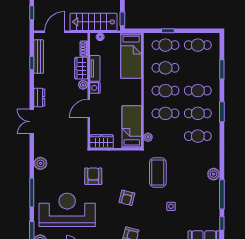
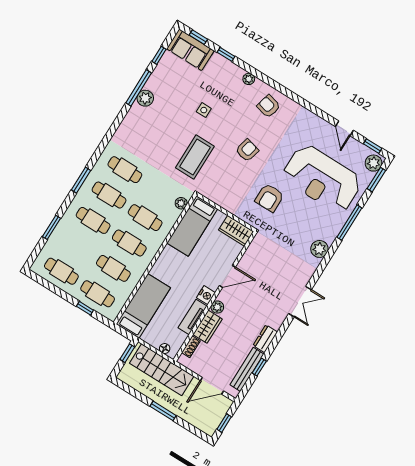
dresser: (39, 97) -> (265, 339), moved
plant: (214, 174) -> (145, 98), moved

